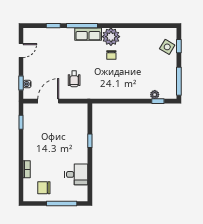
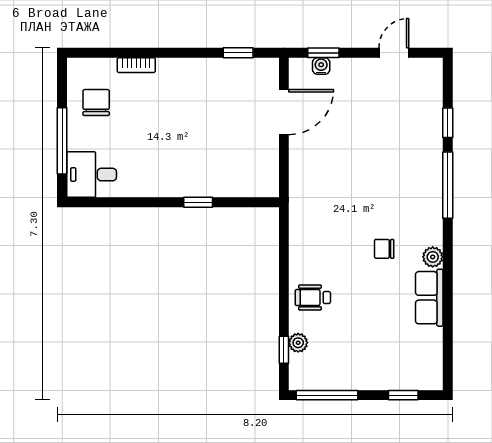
row of seats: (88, 34) -> (429, 298), moved
plant: (111, 37) -> (433, 257), width x0.53, depth x0.53
side table: (167, 47) -> (402, 370), removed
door: (21, 51) -> (394, 53), swing flipped
wheelchair: (74, 79) -> (313, 298), moved
door: (48, 101) -> (284, 112), hinge flipped
desk: (76, 174) -> (92, 175), moved, turned 90

